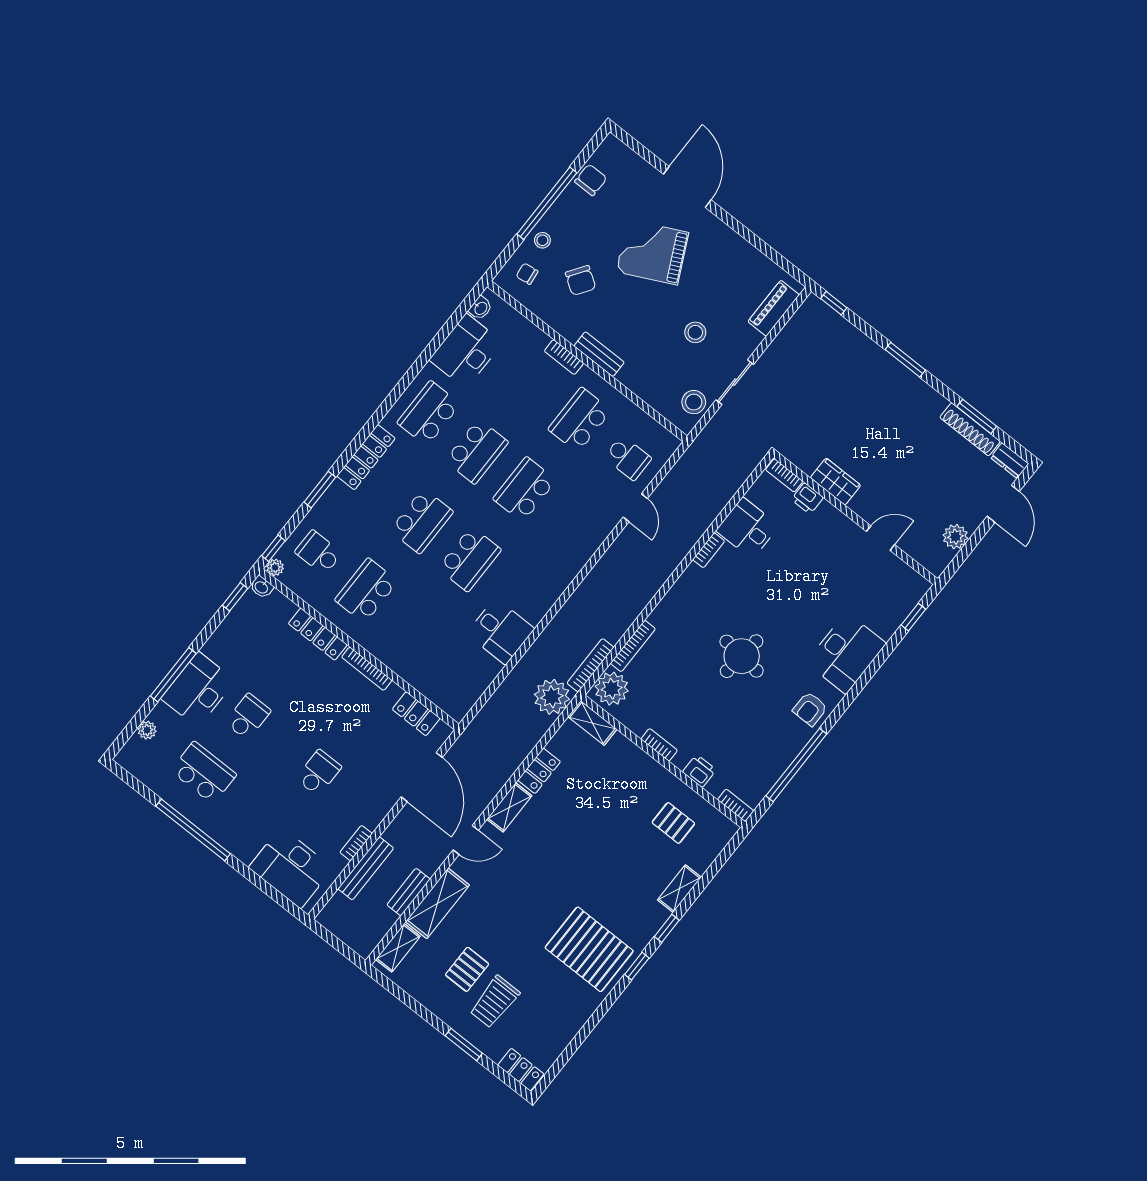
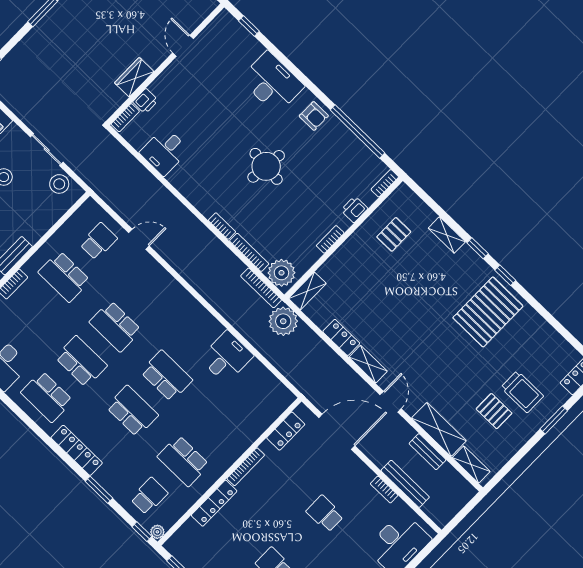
bookcase: (709, 550) -> (222, 226), moved
school desk: (318, 553) -> (149, 496), turned 180
washbasin: (262, 587) -> (172, 544), removed

